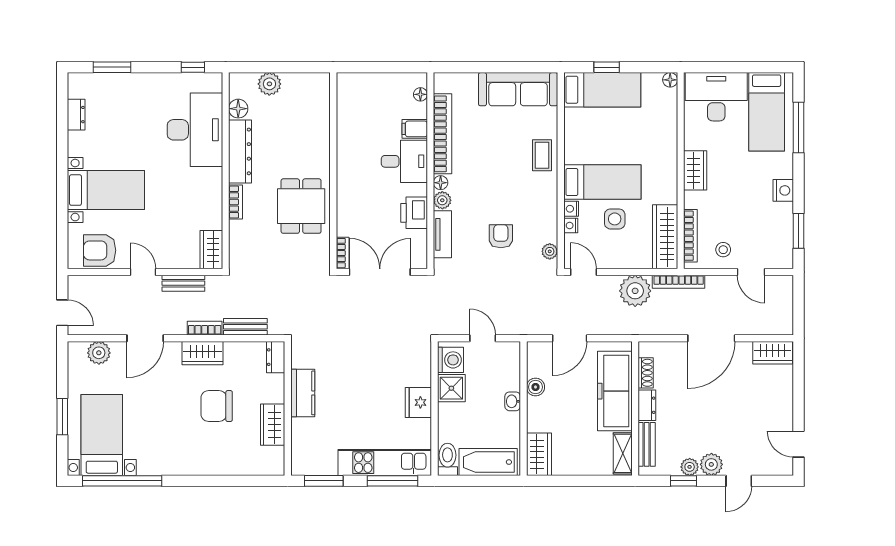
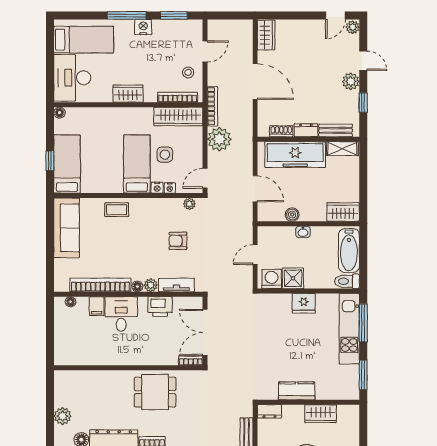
window: (798, 127) -> (127, 15), moved
plant: (690, 467) -> (353, 27), moved

